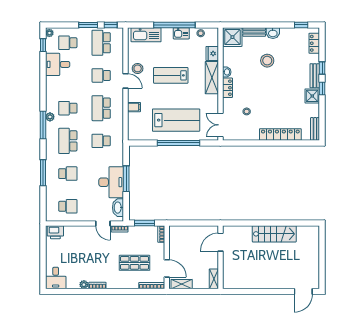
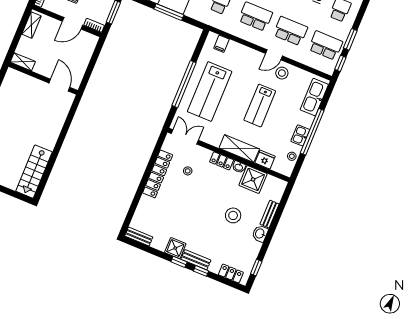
shower: (232, 37) -> (253, 179), moved
school desk: (101, 75) -> (290, 31), width x1.85
lab bench: (171, 75) -> (260, 106), turned 180
filing cabinet: (134, 107) -> (221, 44), moved
locker: (280, 134) -> (158, 174), moved
stairs: (274, 234) -> (34, 172), moved
door: (167, 268) -> (72, 23), moved

